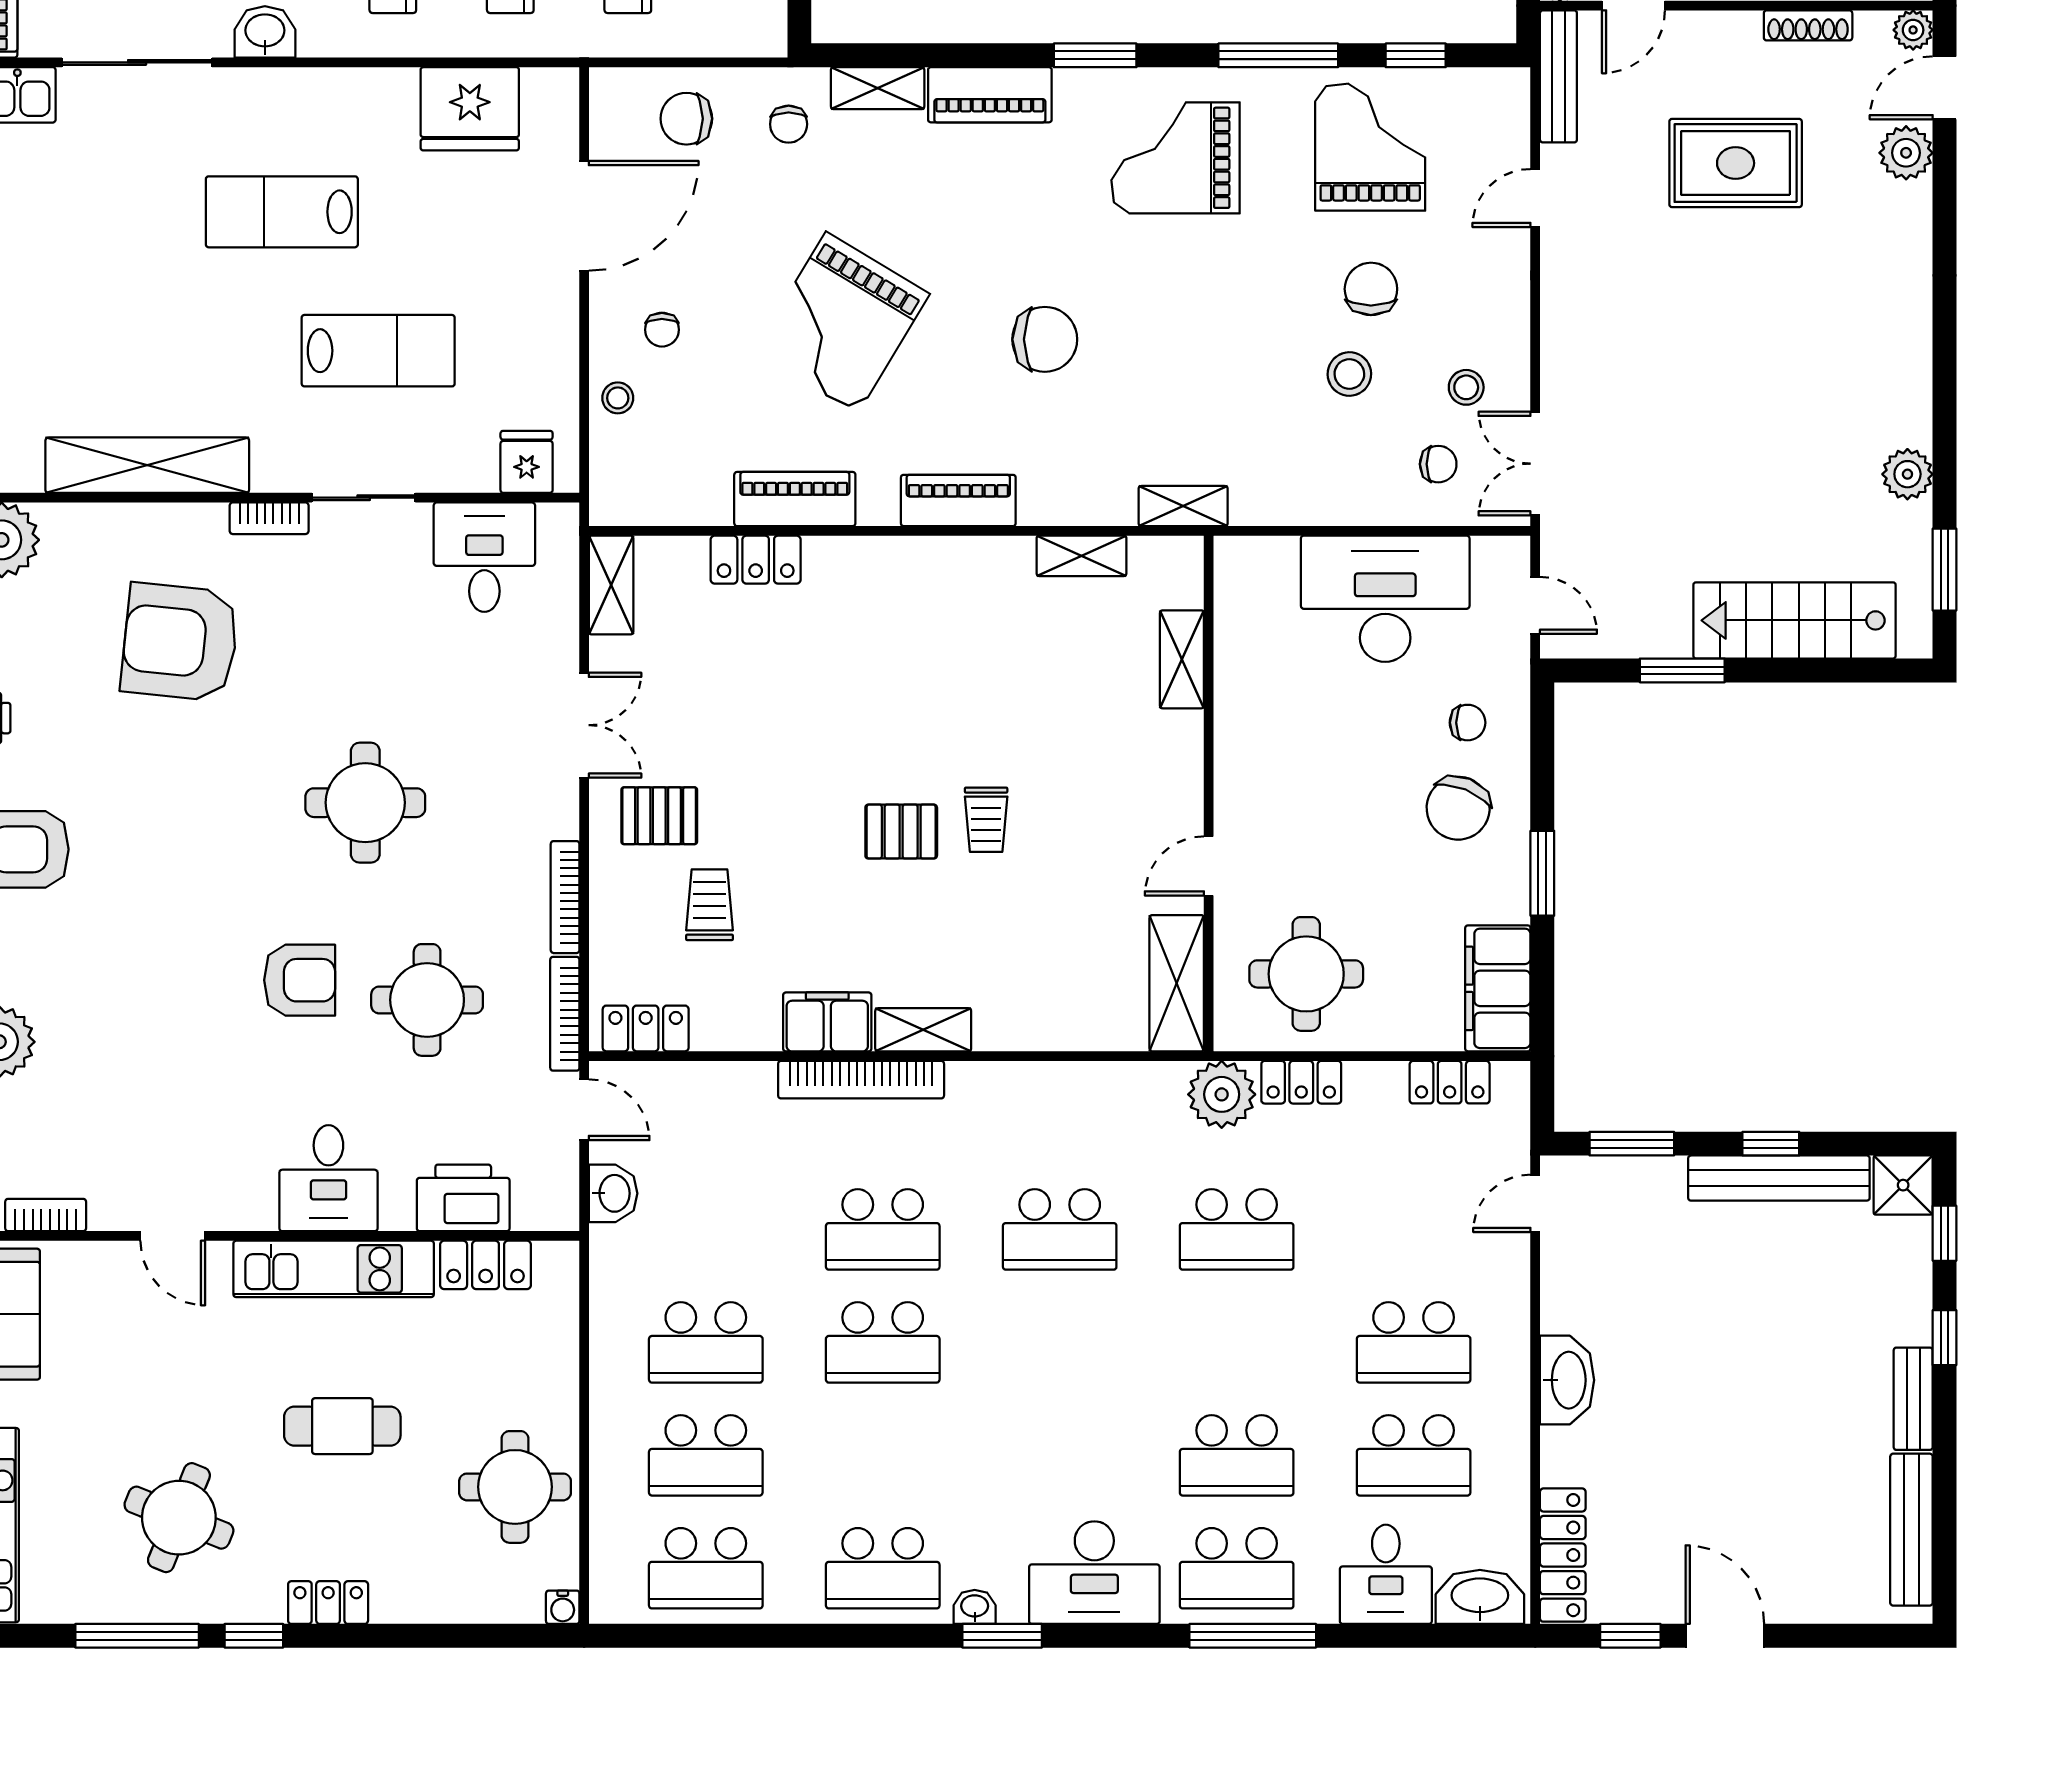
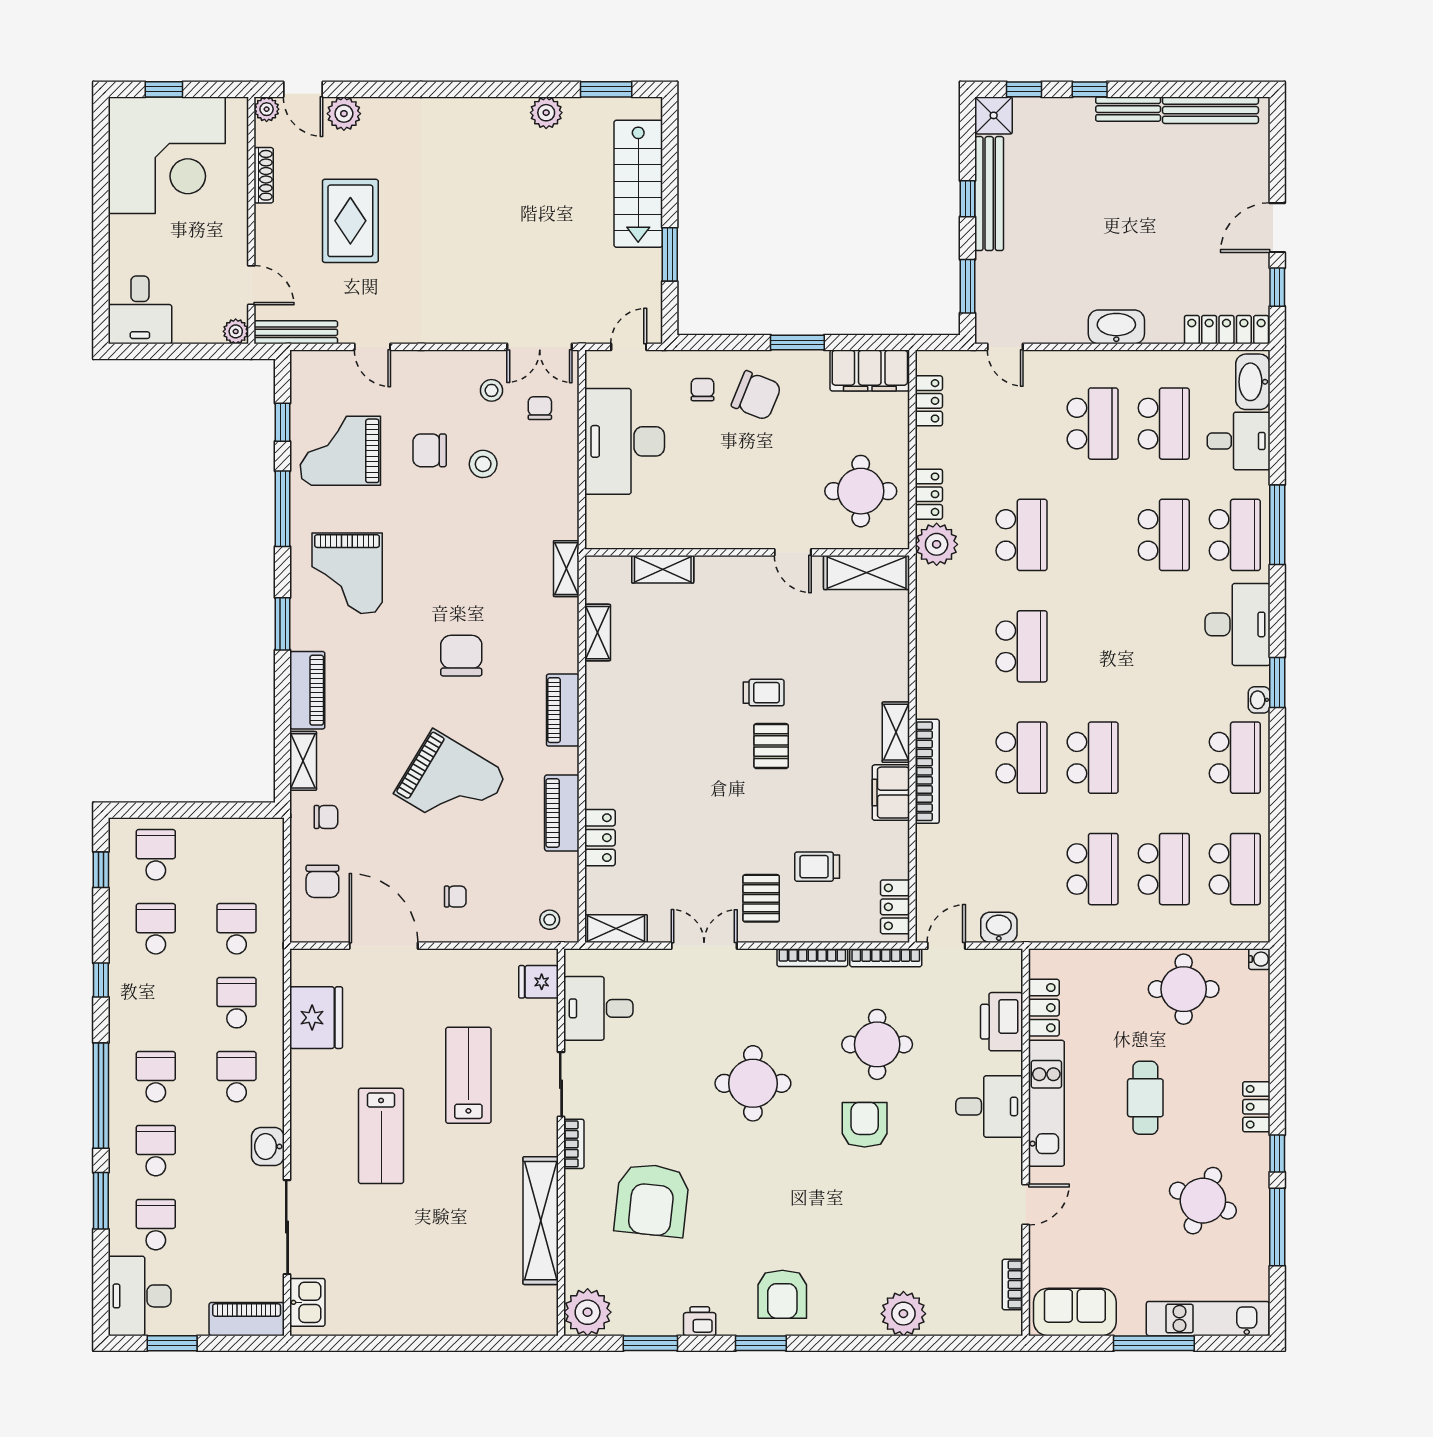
stool: (618, 398) -> (550, 920), moved

